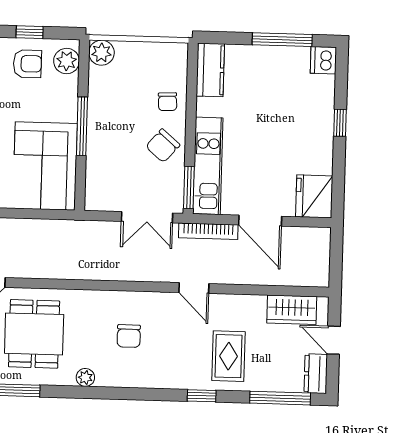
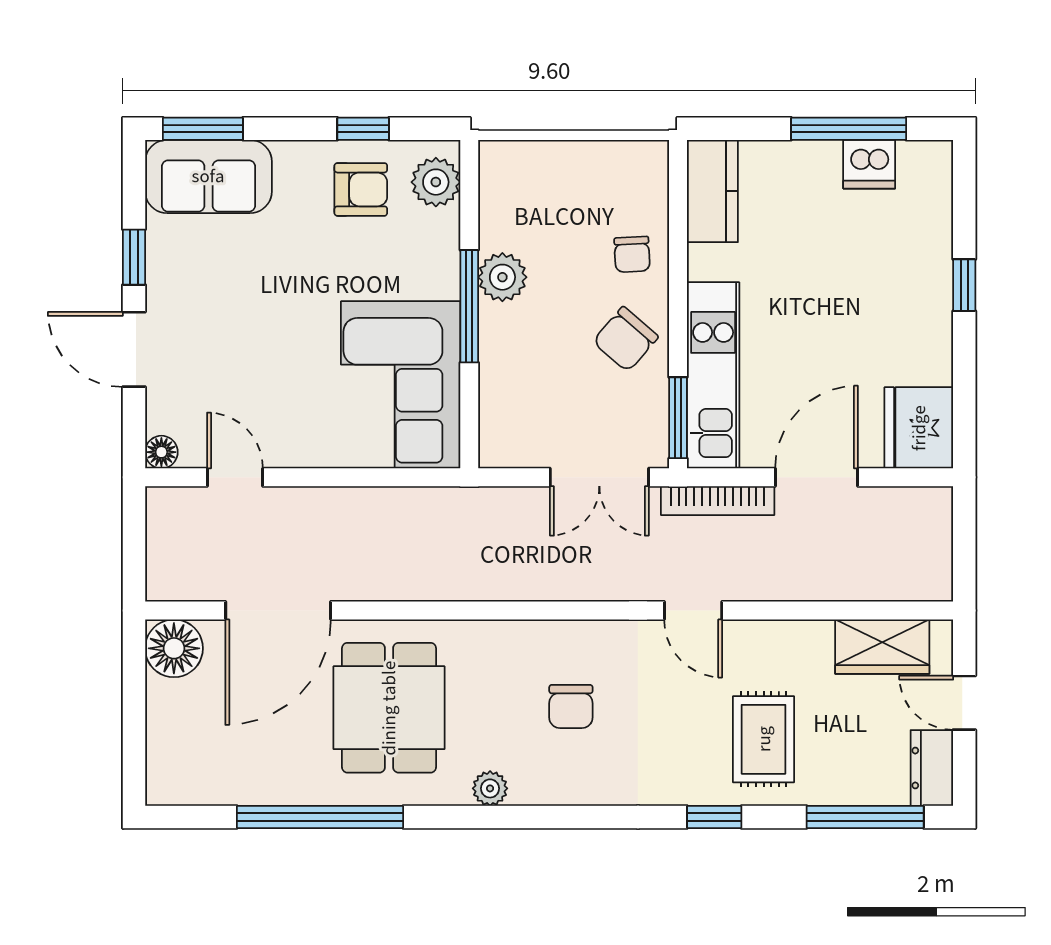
plant: (101, 53) -> (502, 277), moved
dishwasher: (323, 60) -> (869, 164), moved, turned -90
door: (260, 221) -> (816, 477), swing flipped

